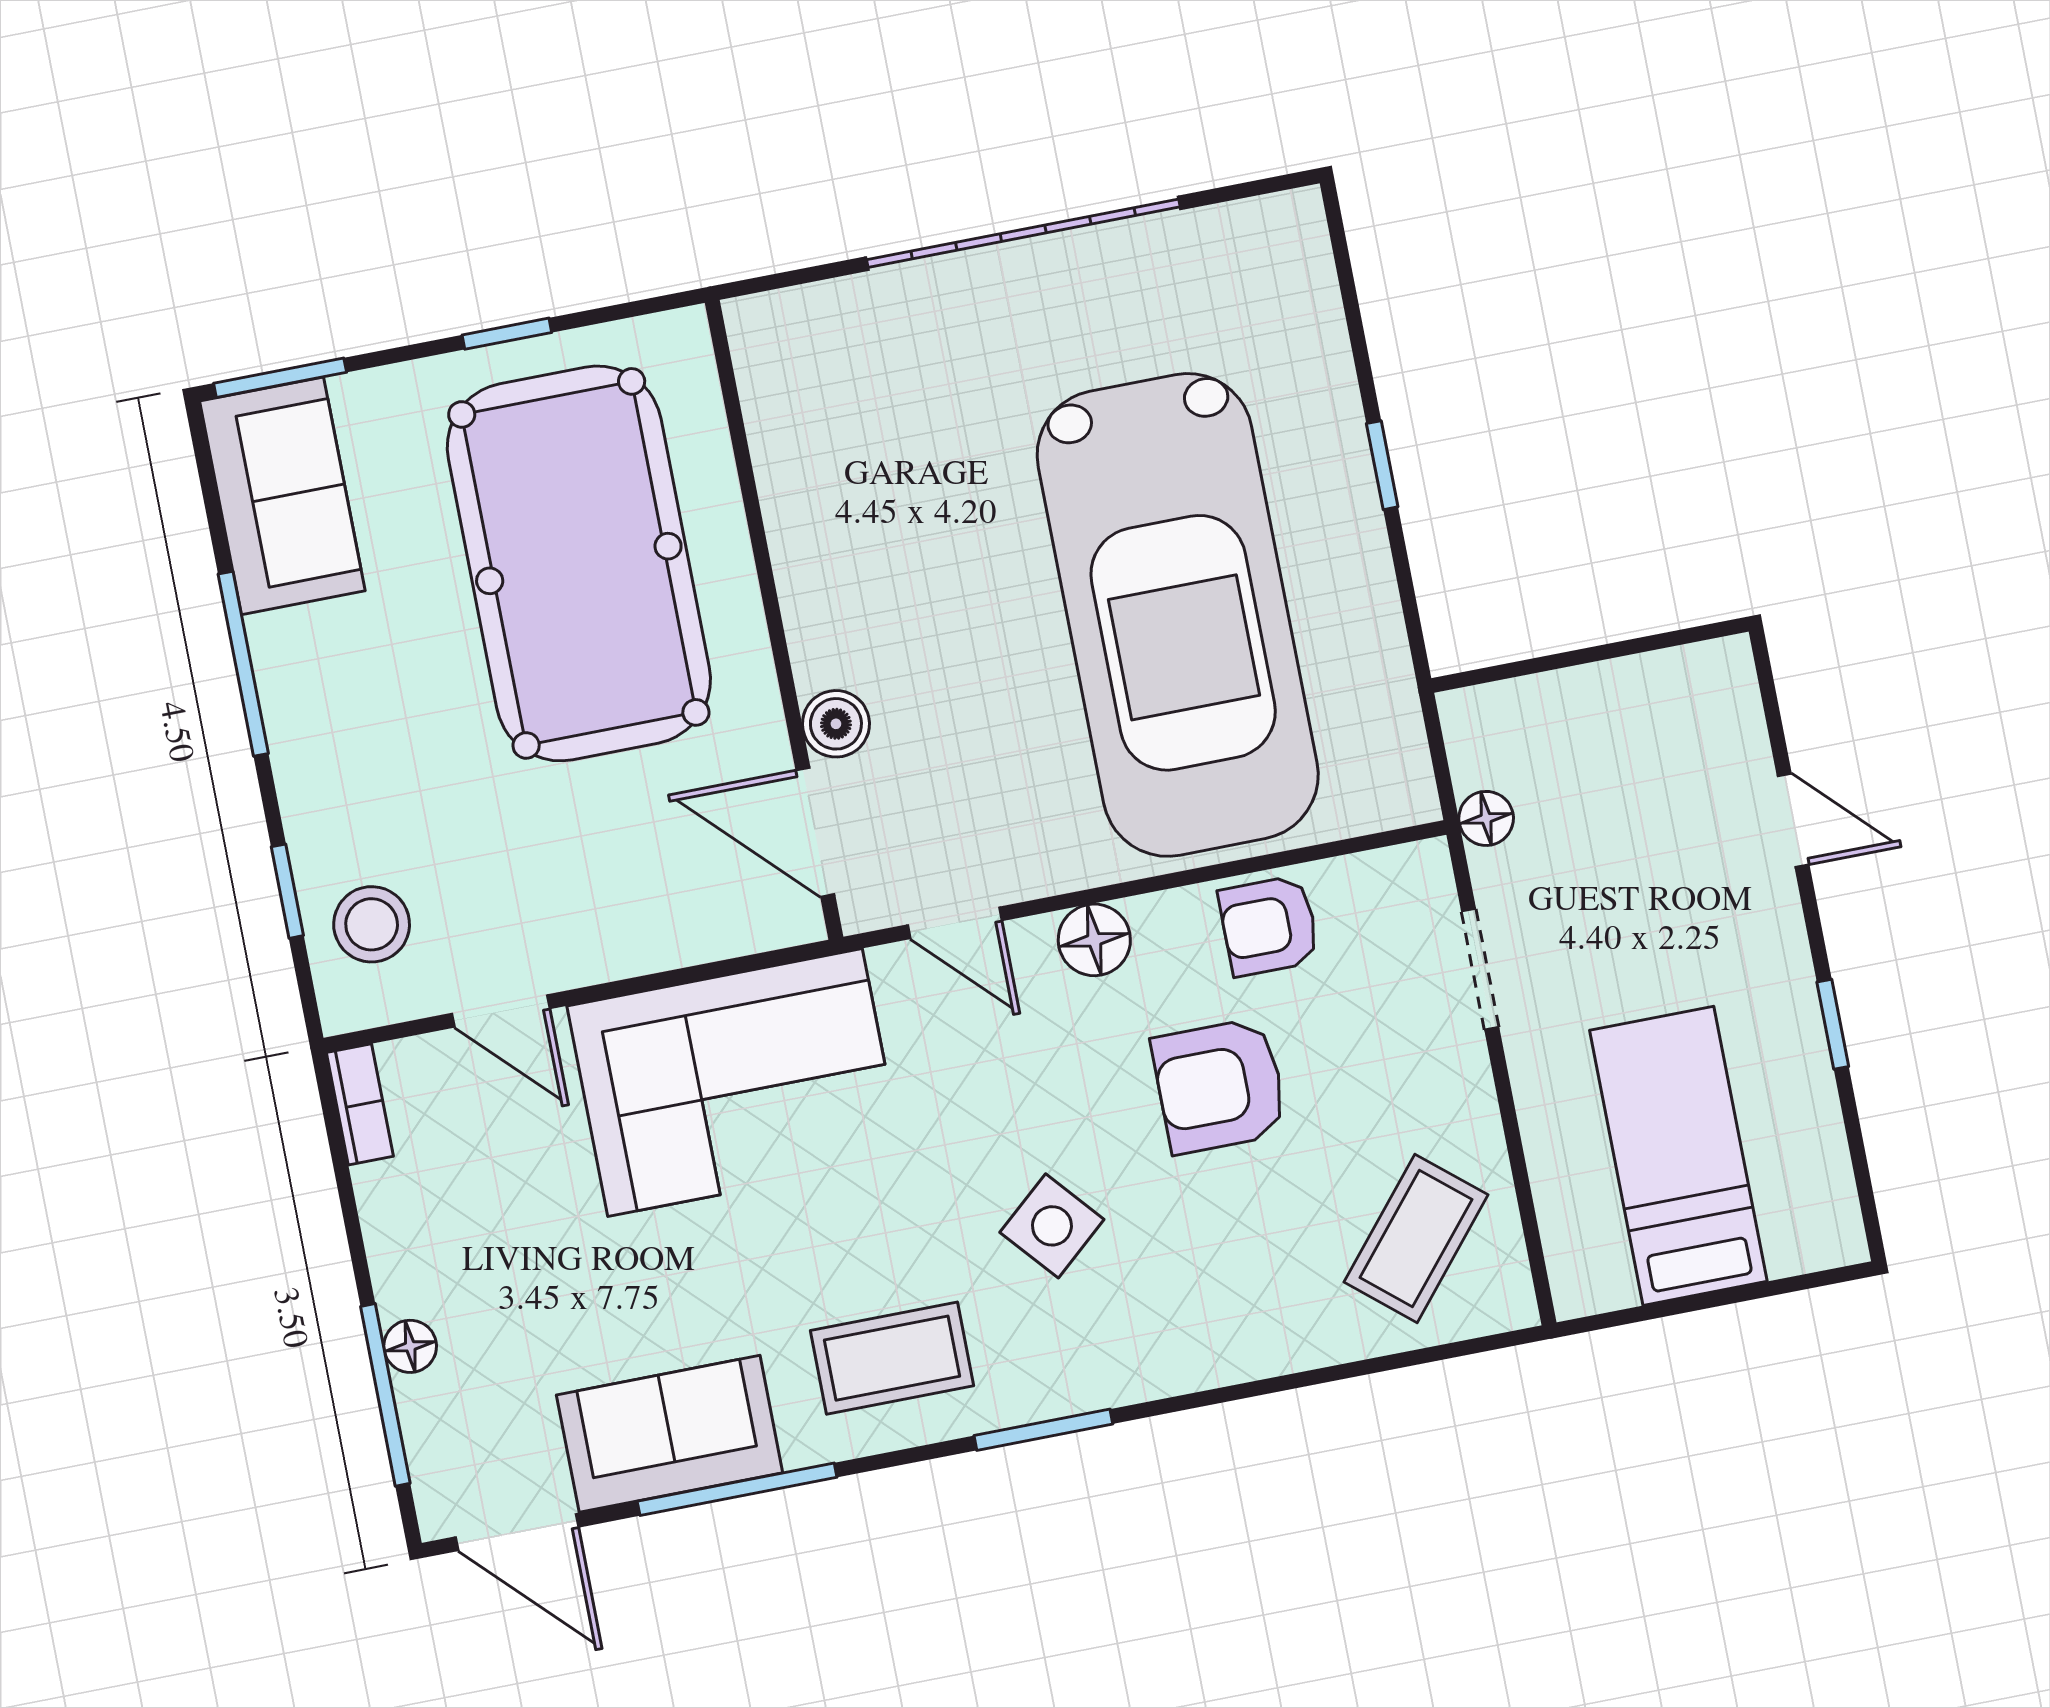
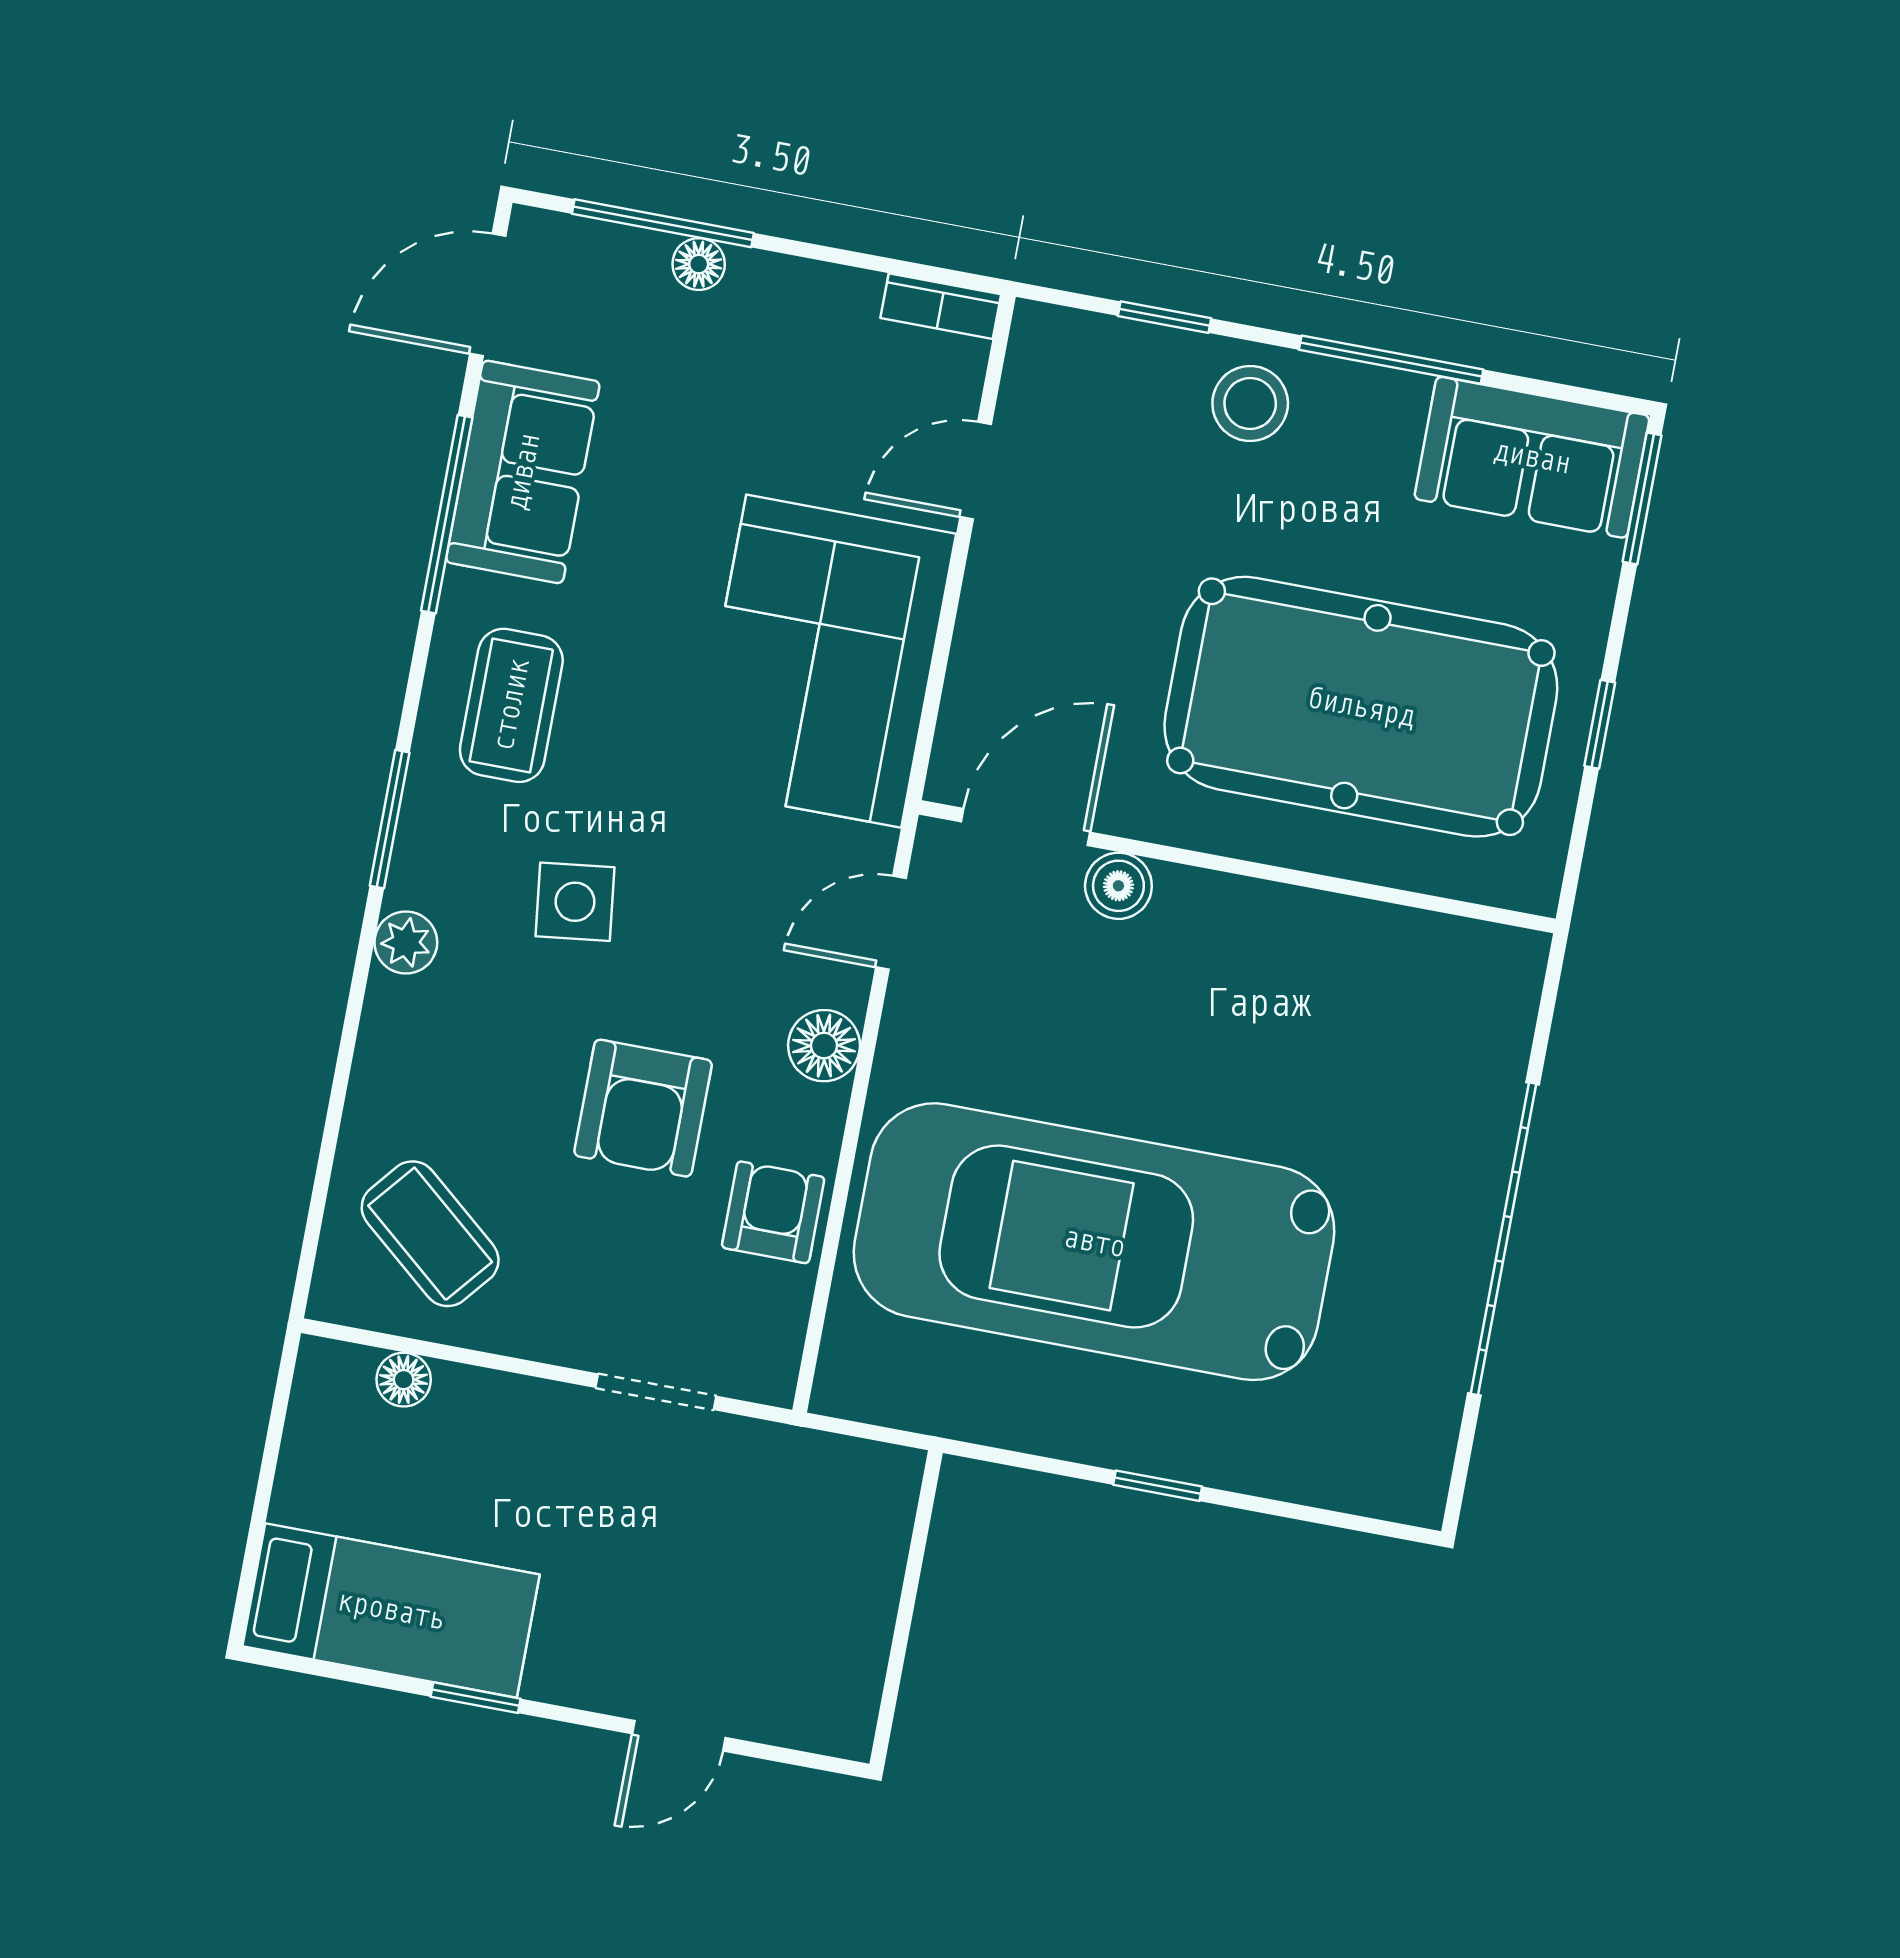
floor lamp: (1486, 818) -> (404, 1380), moved
stool: (372, 924) -> (1250, 404), moved
armchair: (1220, 1086) -> (643, 1108), turned 180
bed: (1678, 1156) -> (391, 1610), moved
side table: (1052, 1226) -> (575, 902), turned 34
plant: (1153, 1369) -> (406, 943), added

